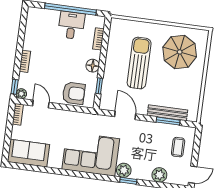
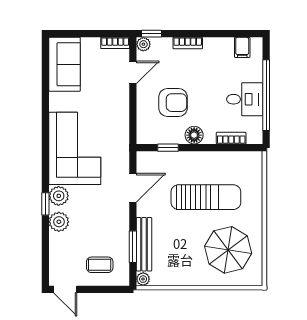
filing cabinet: (33, 22) -> (242, 47), added
armchair: (74, 93) -> (173, 103), moved, turned -90
plant: (193, 117) -> (143, 279), added
plant: (159, 175) -> (59, 222), moved

